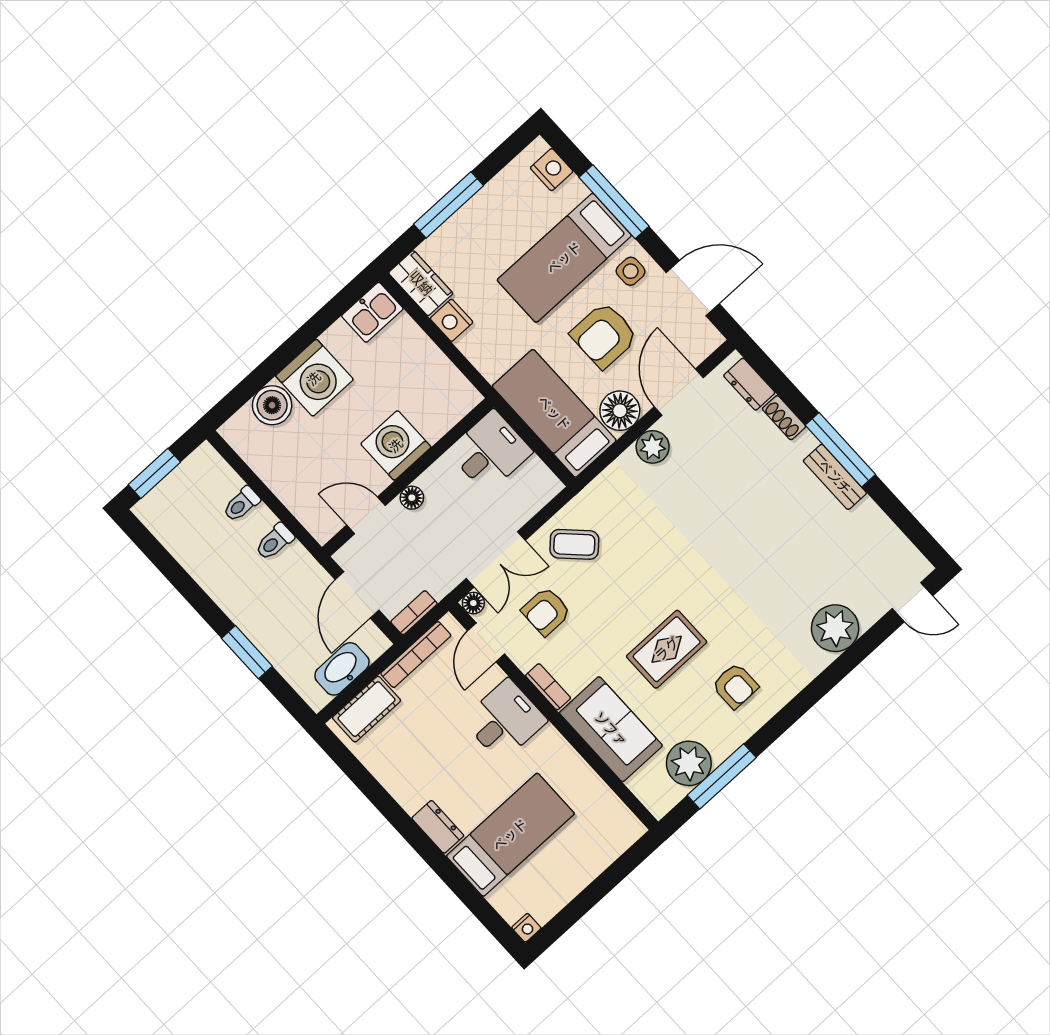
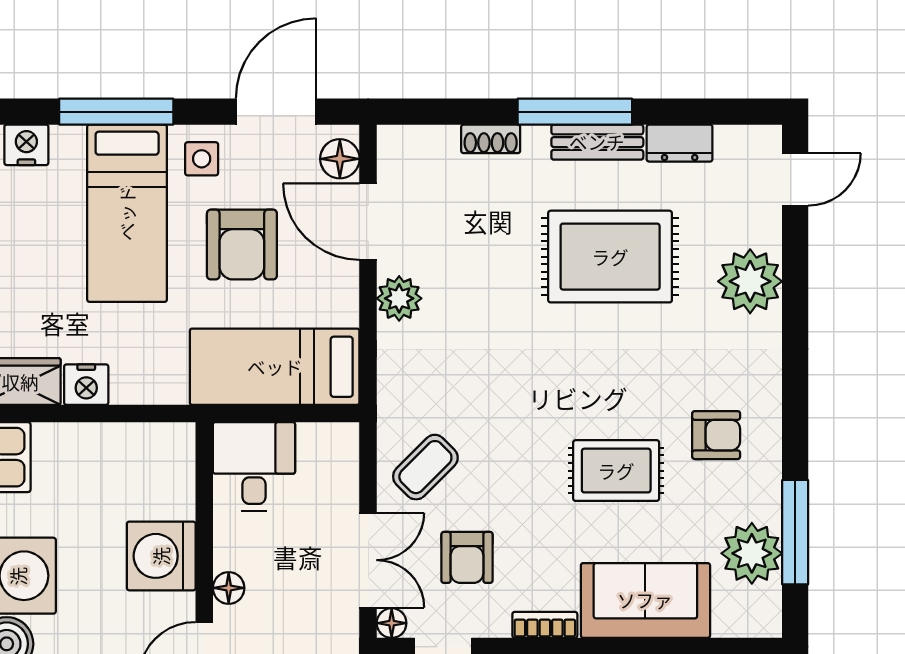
dresser: (749, 384) -> (680, 143), moved
floor lamp: (620, 411) -> (340, 159), moved, width x0.73, depth x0.73
rug: (779, 540) -> (610, 257), added
rug: (667, 649) -> (616, 471), turned 90

